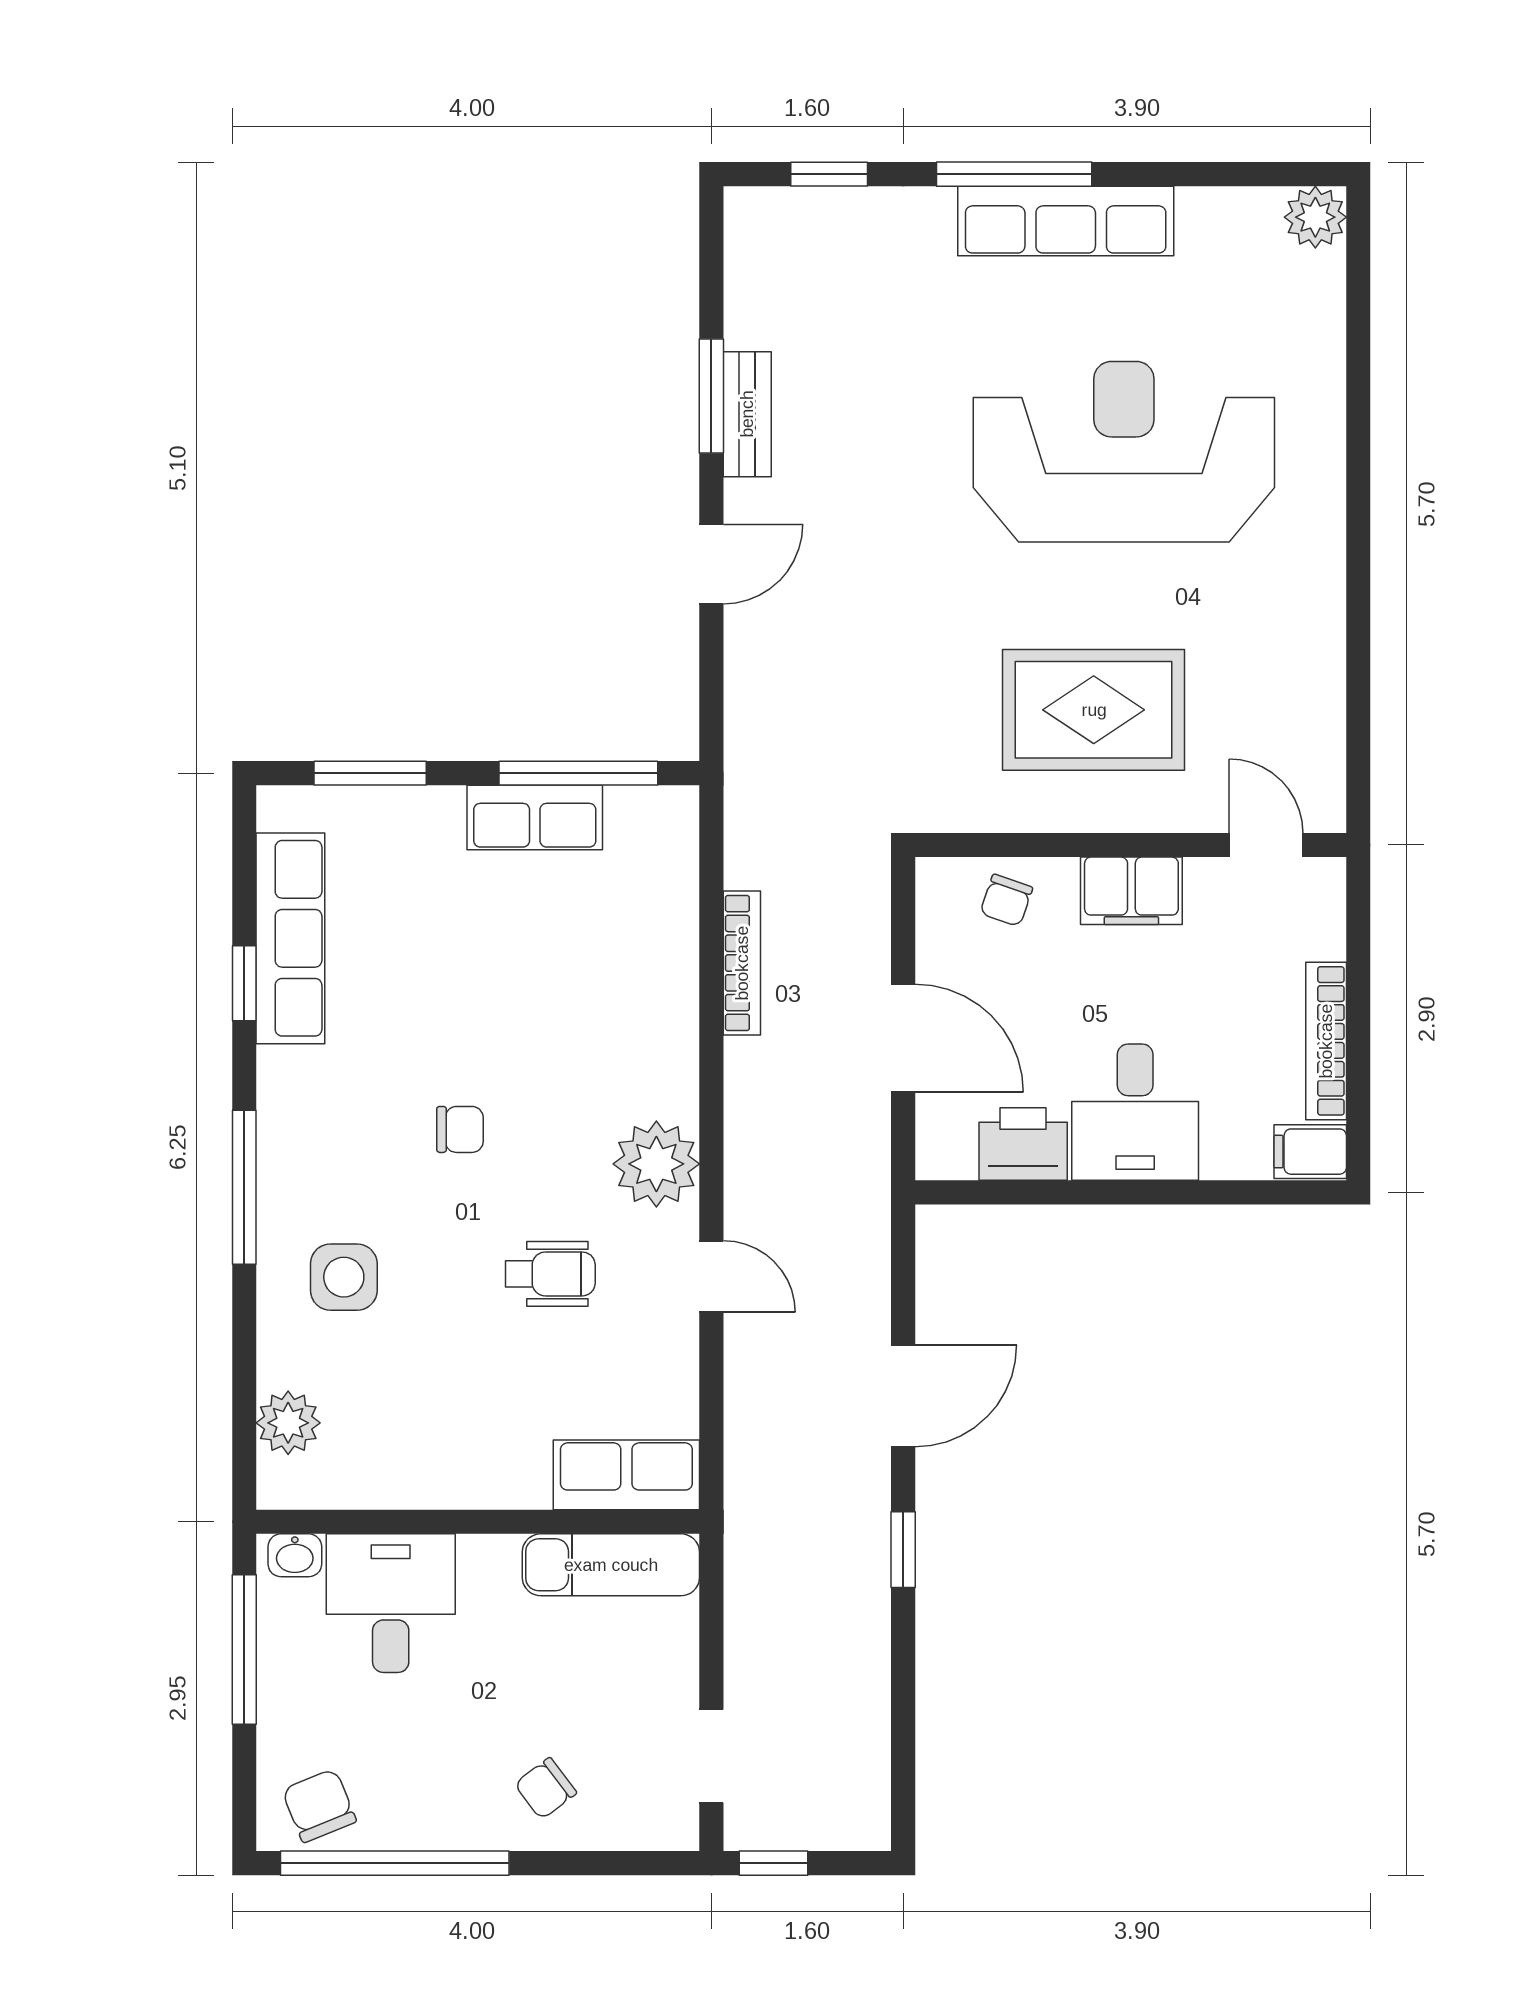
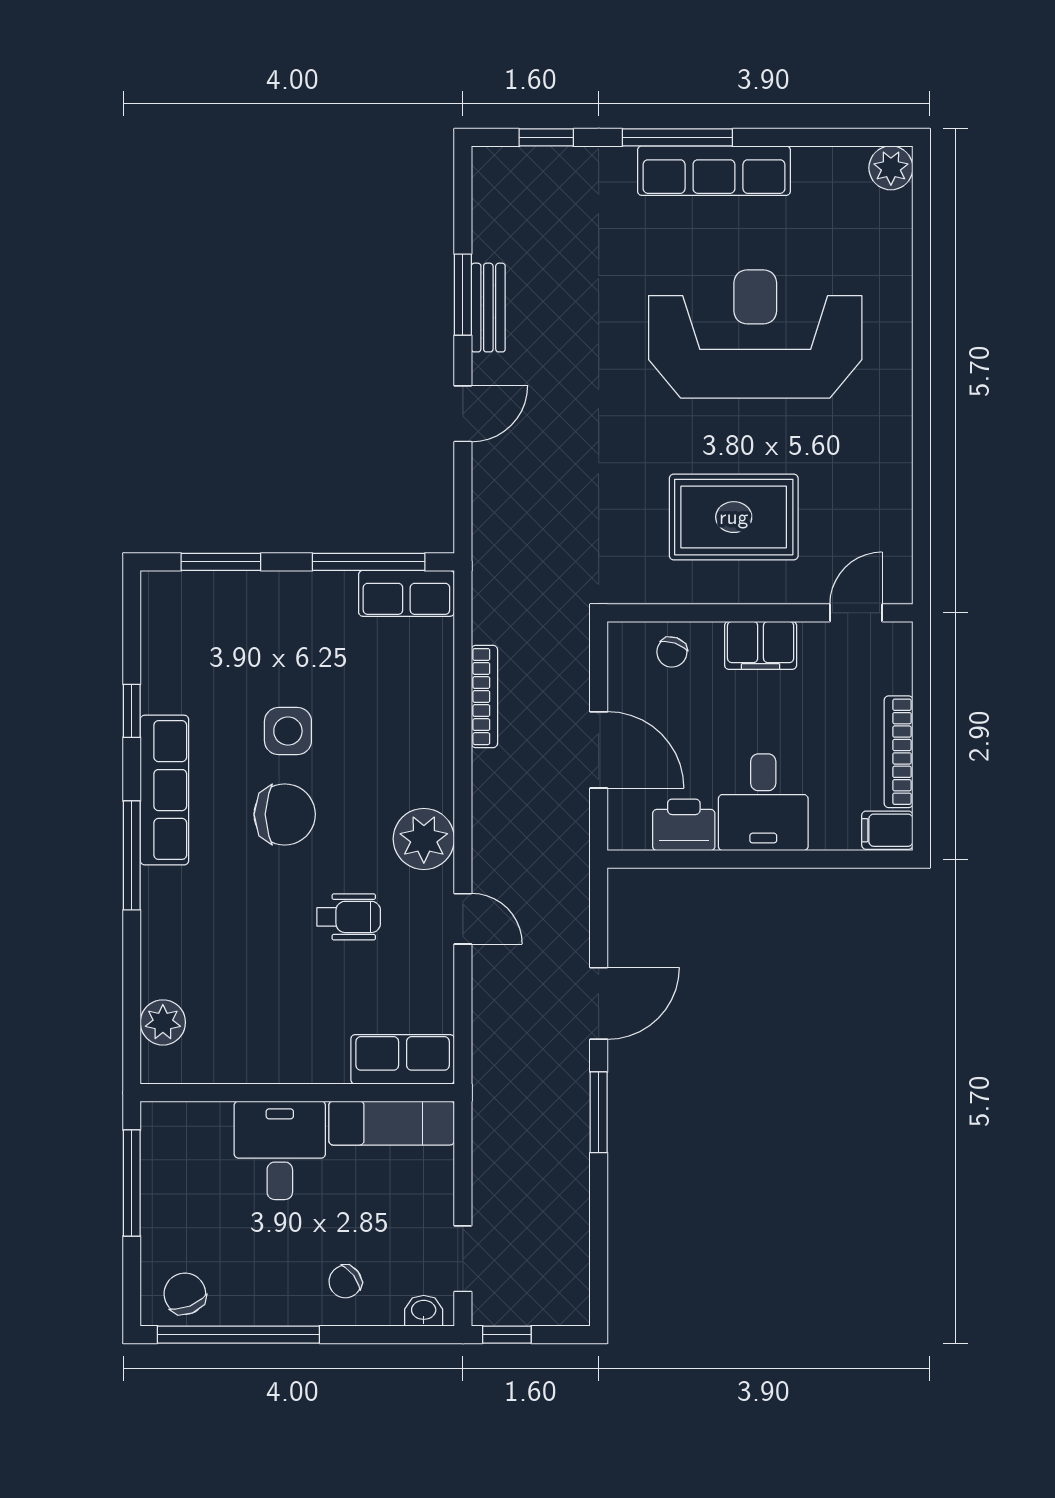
row of seats: (535, 817) -> (406, 593), moved
door: (1266, 845) -> (856, 613), hinge flipped
row of seats: (290, 938) -> (164, 790), moved
chair: (460, 1129) -> (285, 814), width x1.87, depth x1.87
side table: (344, 1277) -> (288, 731), moved
window: (903, 1550) -> (599, 1112), width x1.50
washbasin: (295, 1555) -> (424, 1311), moved, turned 180
desk: (391, 1603) -> (280, 1150), moved

